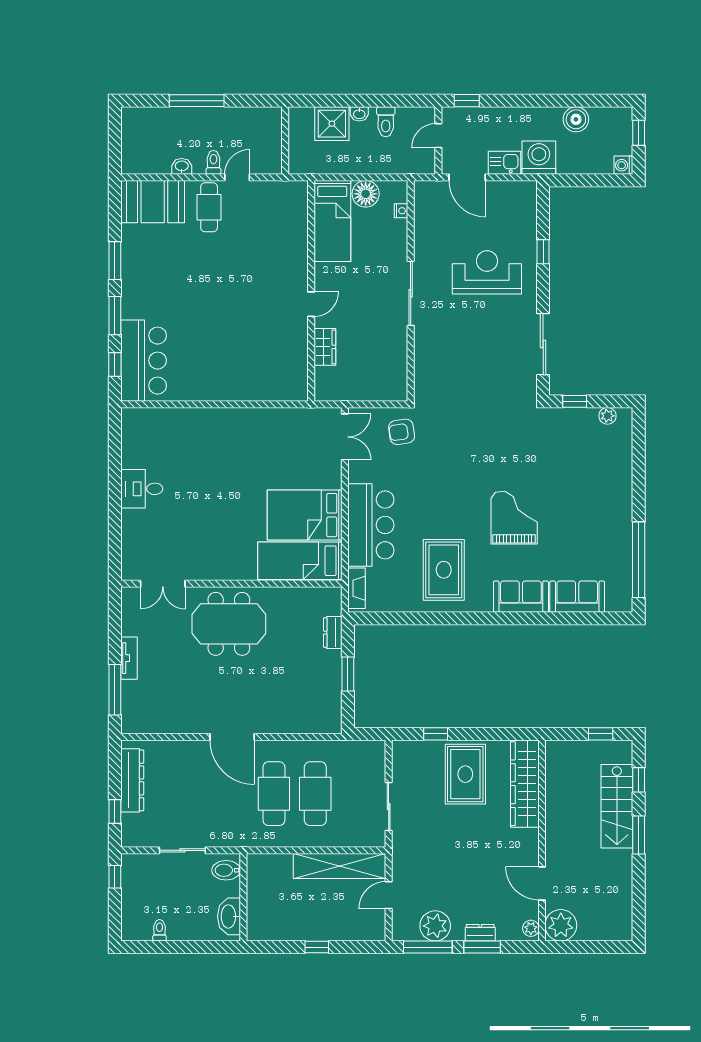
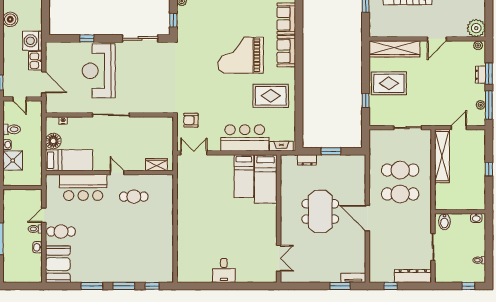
door: (237, 177) -> (44, 215), hinge flipped
door: (467, 177) -> (44, 82), hinge flipped
reception desk: (487, 272) -> (99, 71), width x1.36, depth x1.30
cafe table: (269, 333) -> (134, 197), added
wardrobe: (325, 347) -> (156, 165), moved
bar counter: (144, 361) -> (83, 187), moved, turned 180
armchair: (402, 432) -> (191, 120), turned 98
bed: (305, 515) -> (244, 176), width x0.67
grand piano: (514, 518) -> (241, 55), width x1.37, depth x1.48
meeting table: (229, 624) -> (320, 211), moved
tv unit: (129, 658) -> (353, 278), moved
window: (115, 690) -> (340, 286), width x0.69
door: (232, 737) -> (367, 218), swing flipped
dresser: (132, 780) -> (413, 276), moved
window: (115, 812) -> (391, 286), moved
window: (115, 877) -> (468, 286), moved
door: (542, 883) -> (437, 39), moved
door: (389, 895) -> (459, 128), swing flipped
washbasin: (229, 916) -> (476, 218), width x0.52, depth x0.69
plant: (435, 926) -> (481, 105), width x0.53, depth x0.53

